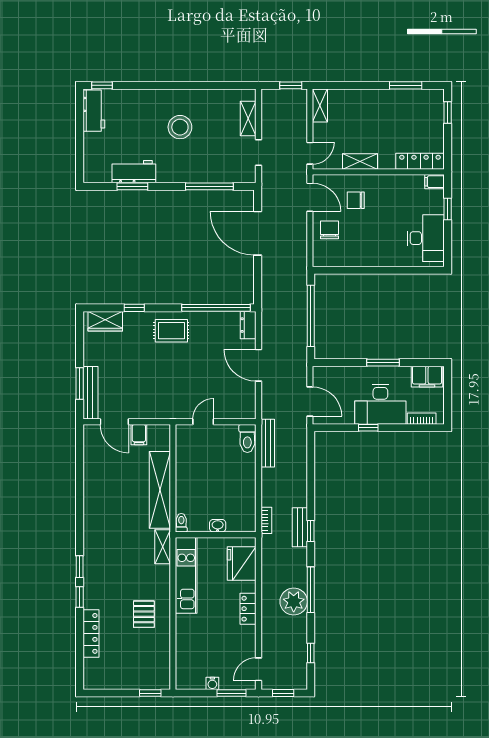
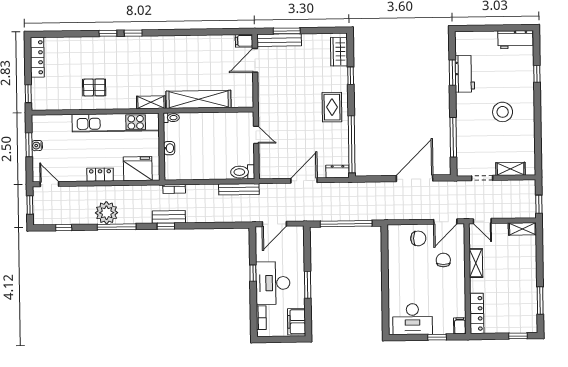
window: (102, 85) -> (537, 74), moved
filing cabinet: (139, 435) -> (244, 41), moved
kitchen unit: (186, 575) -> (116, 123), width x1.36
locker: (91, 633) -> (37, 57), moved, turned -90
window: (231, 693) -> (29, 145), moved

